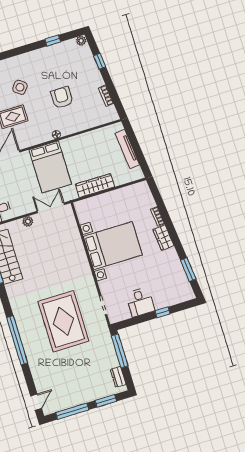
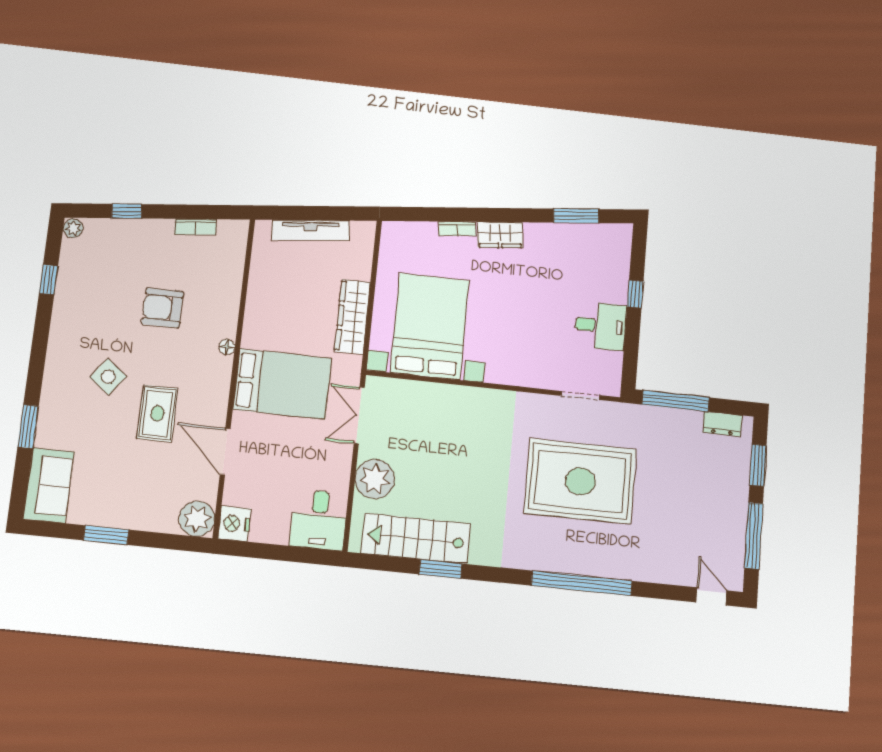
plant: (28, 221) -> (375, 479), width x1.87, depth x1.87
bed with nightstands: (113, 246) -> (430, 326), moved

